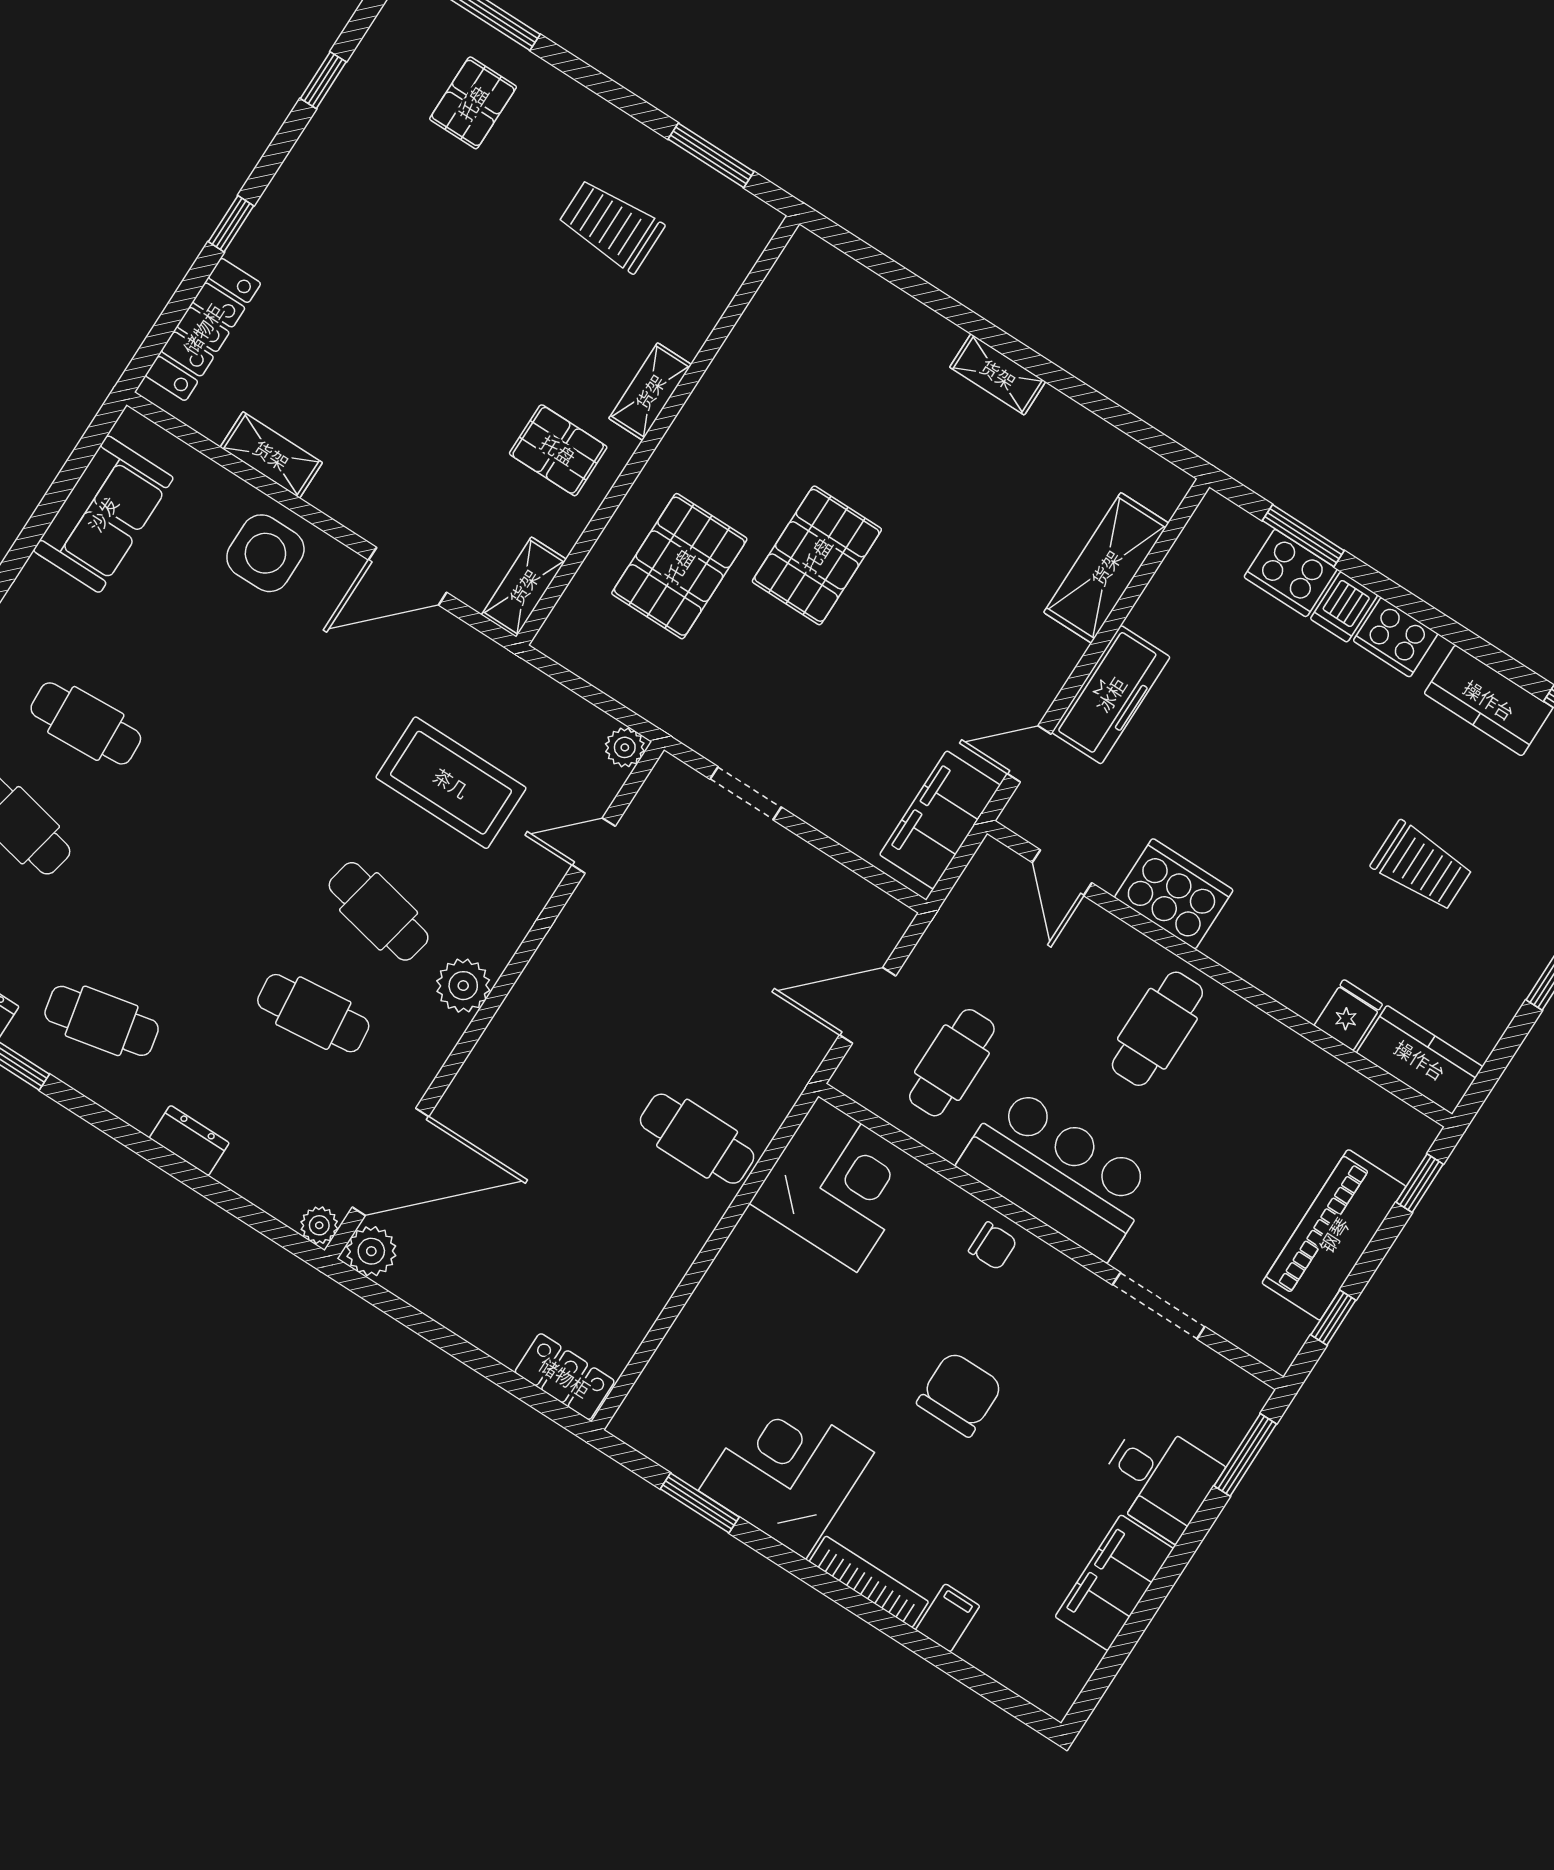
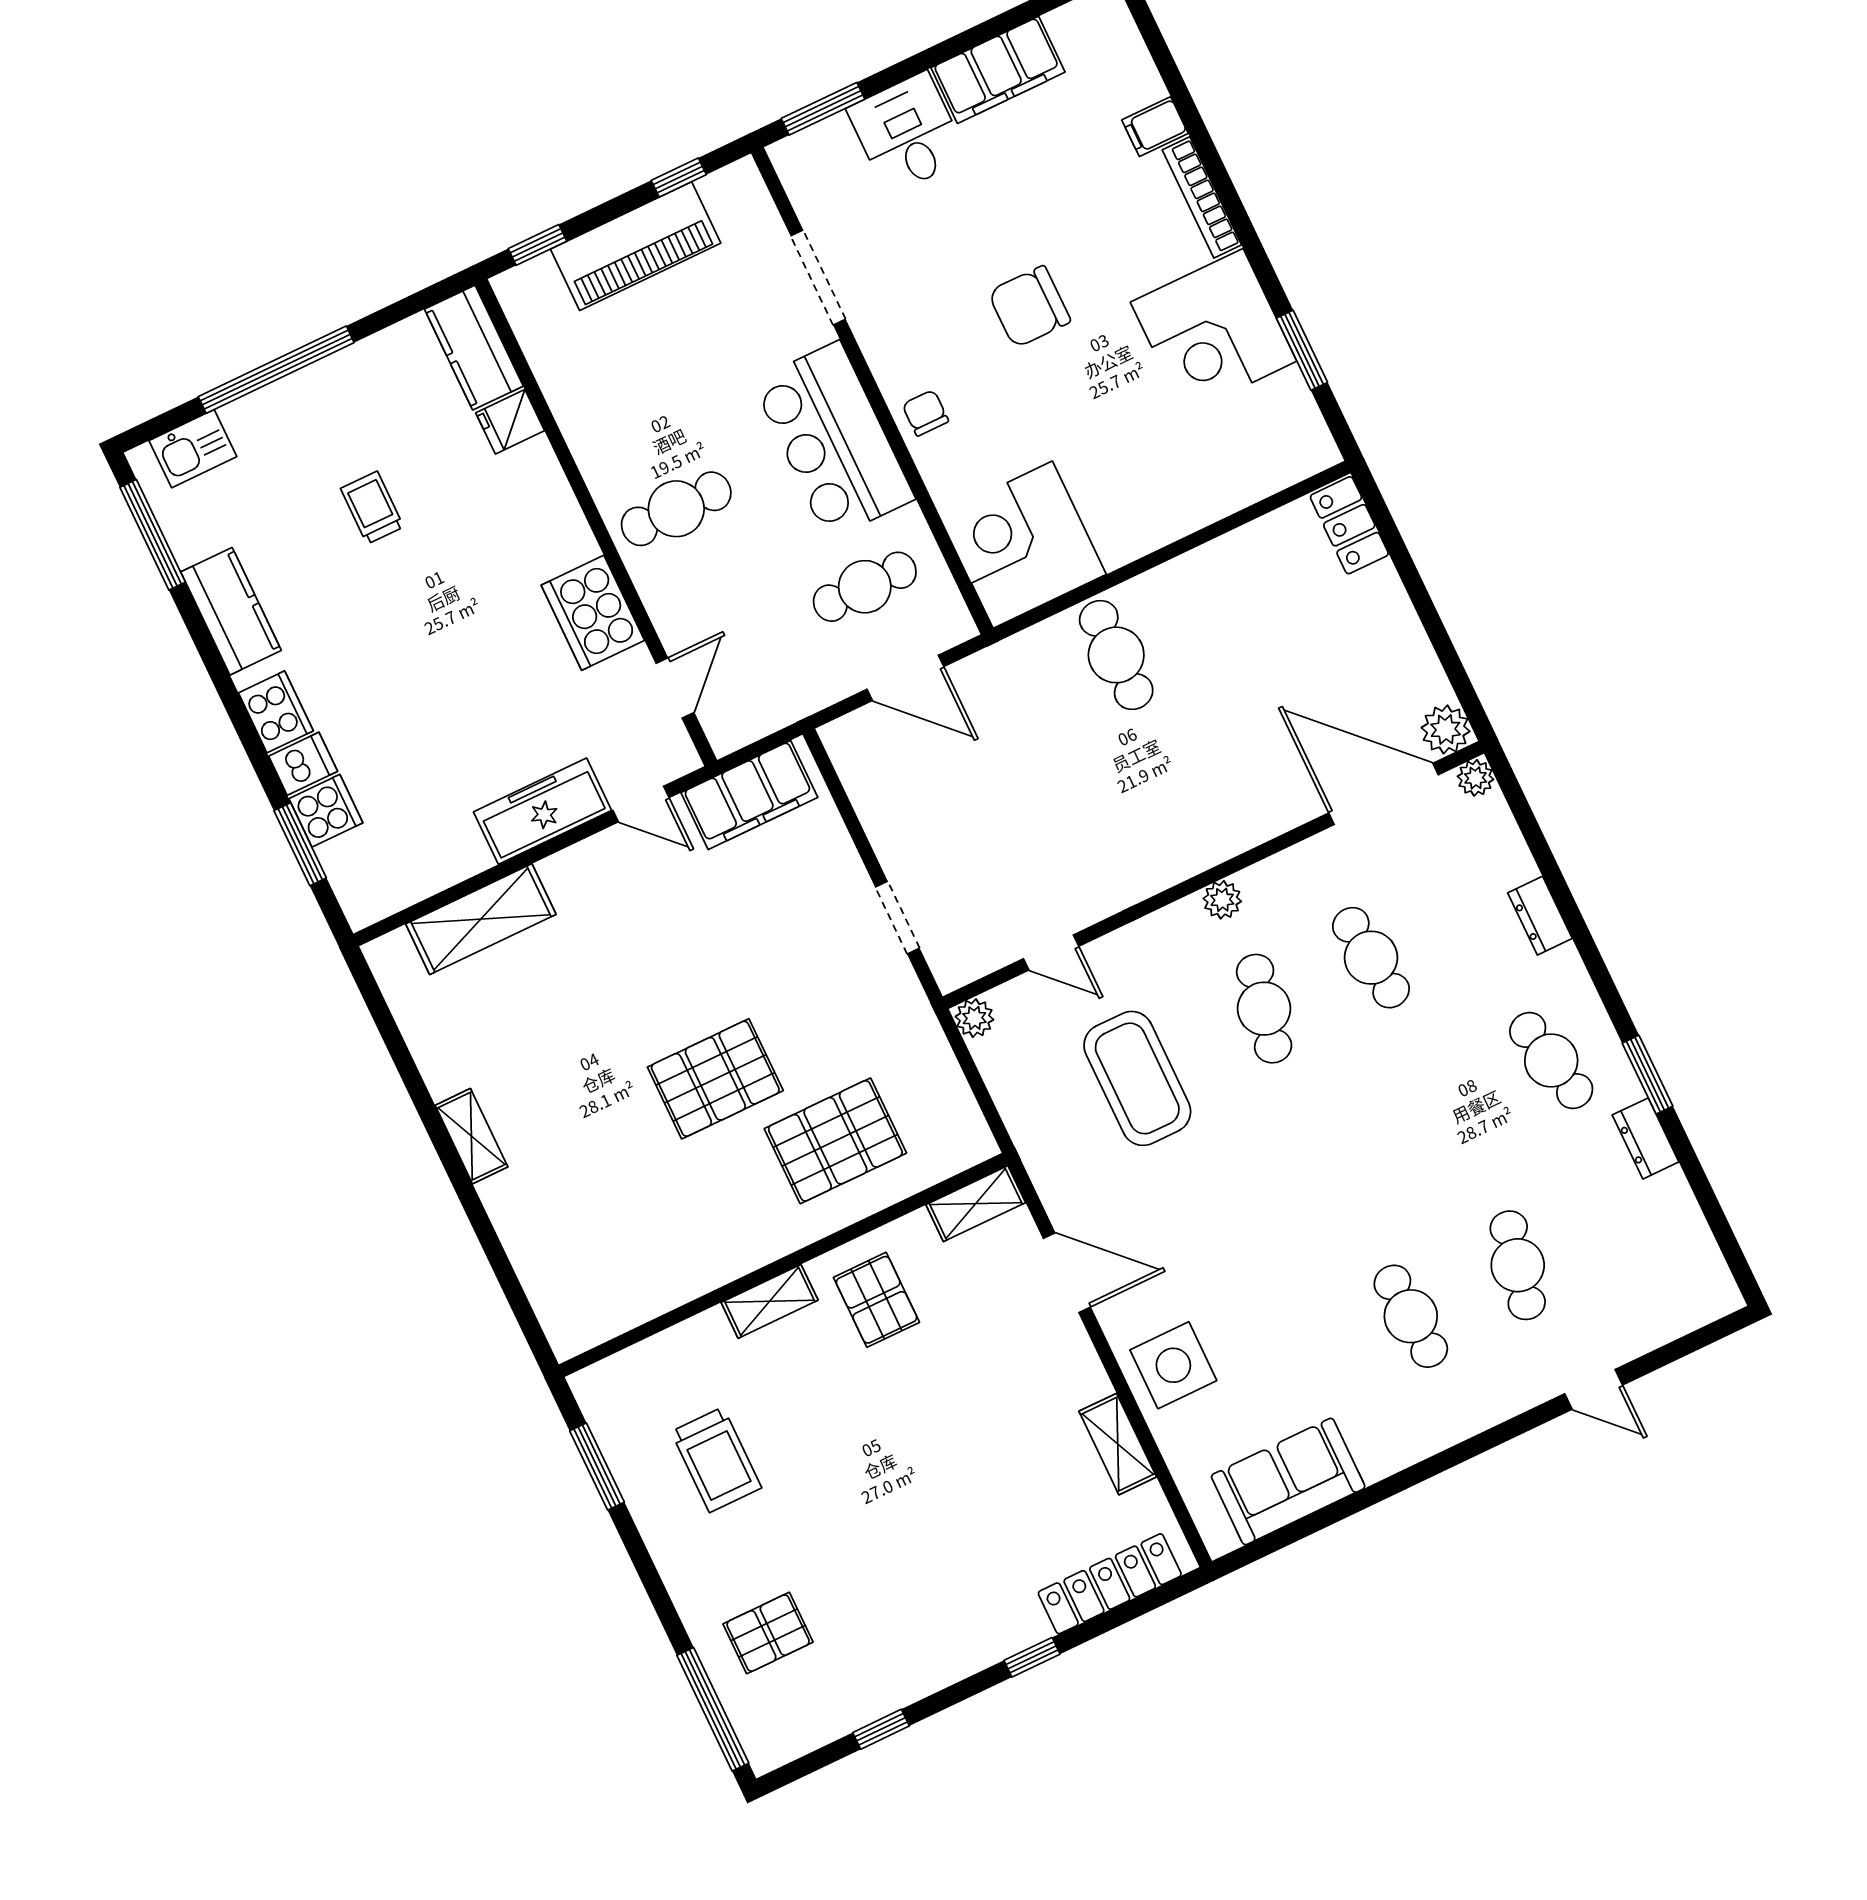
cooker: (1291, 573) -> (326, 811), width x0.73
trolley: (1422, 866) -> (372, 508), width x0.73, depth x0.72
plant: (463, 986) -> (1222, 900), width x0.73, depth x0.73

